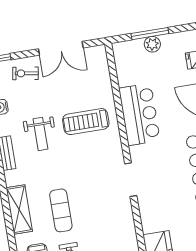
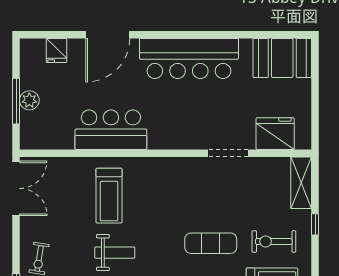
double door: (61, 48) -> (16, 188), moved
doorway: (131, 180) -> (228, 153), moved

